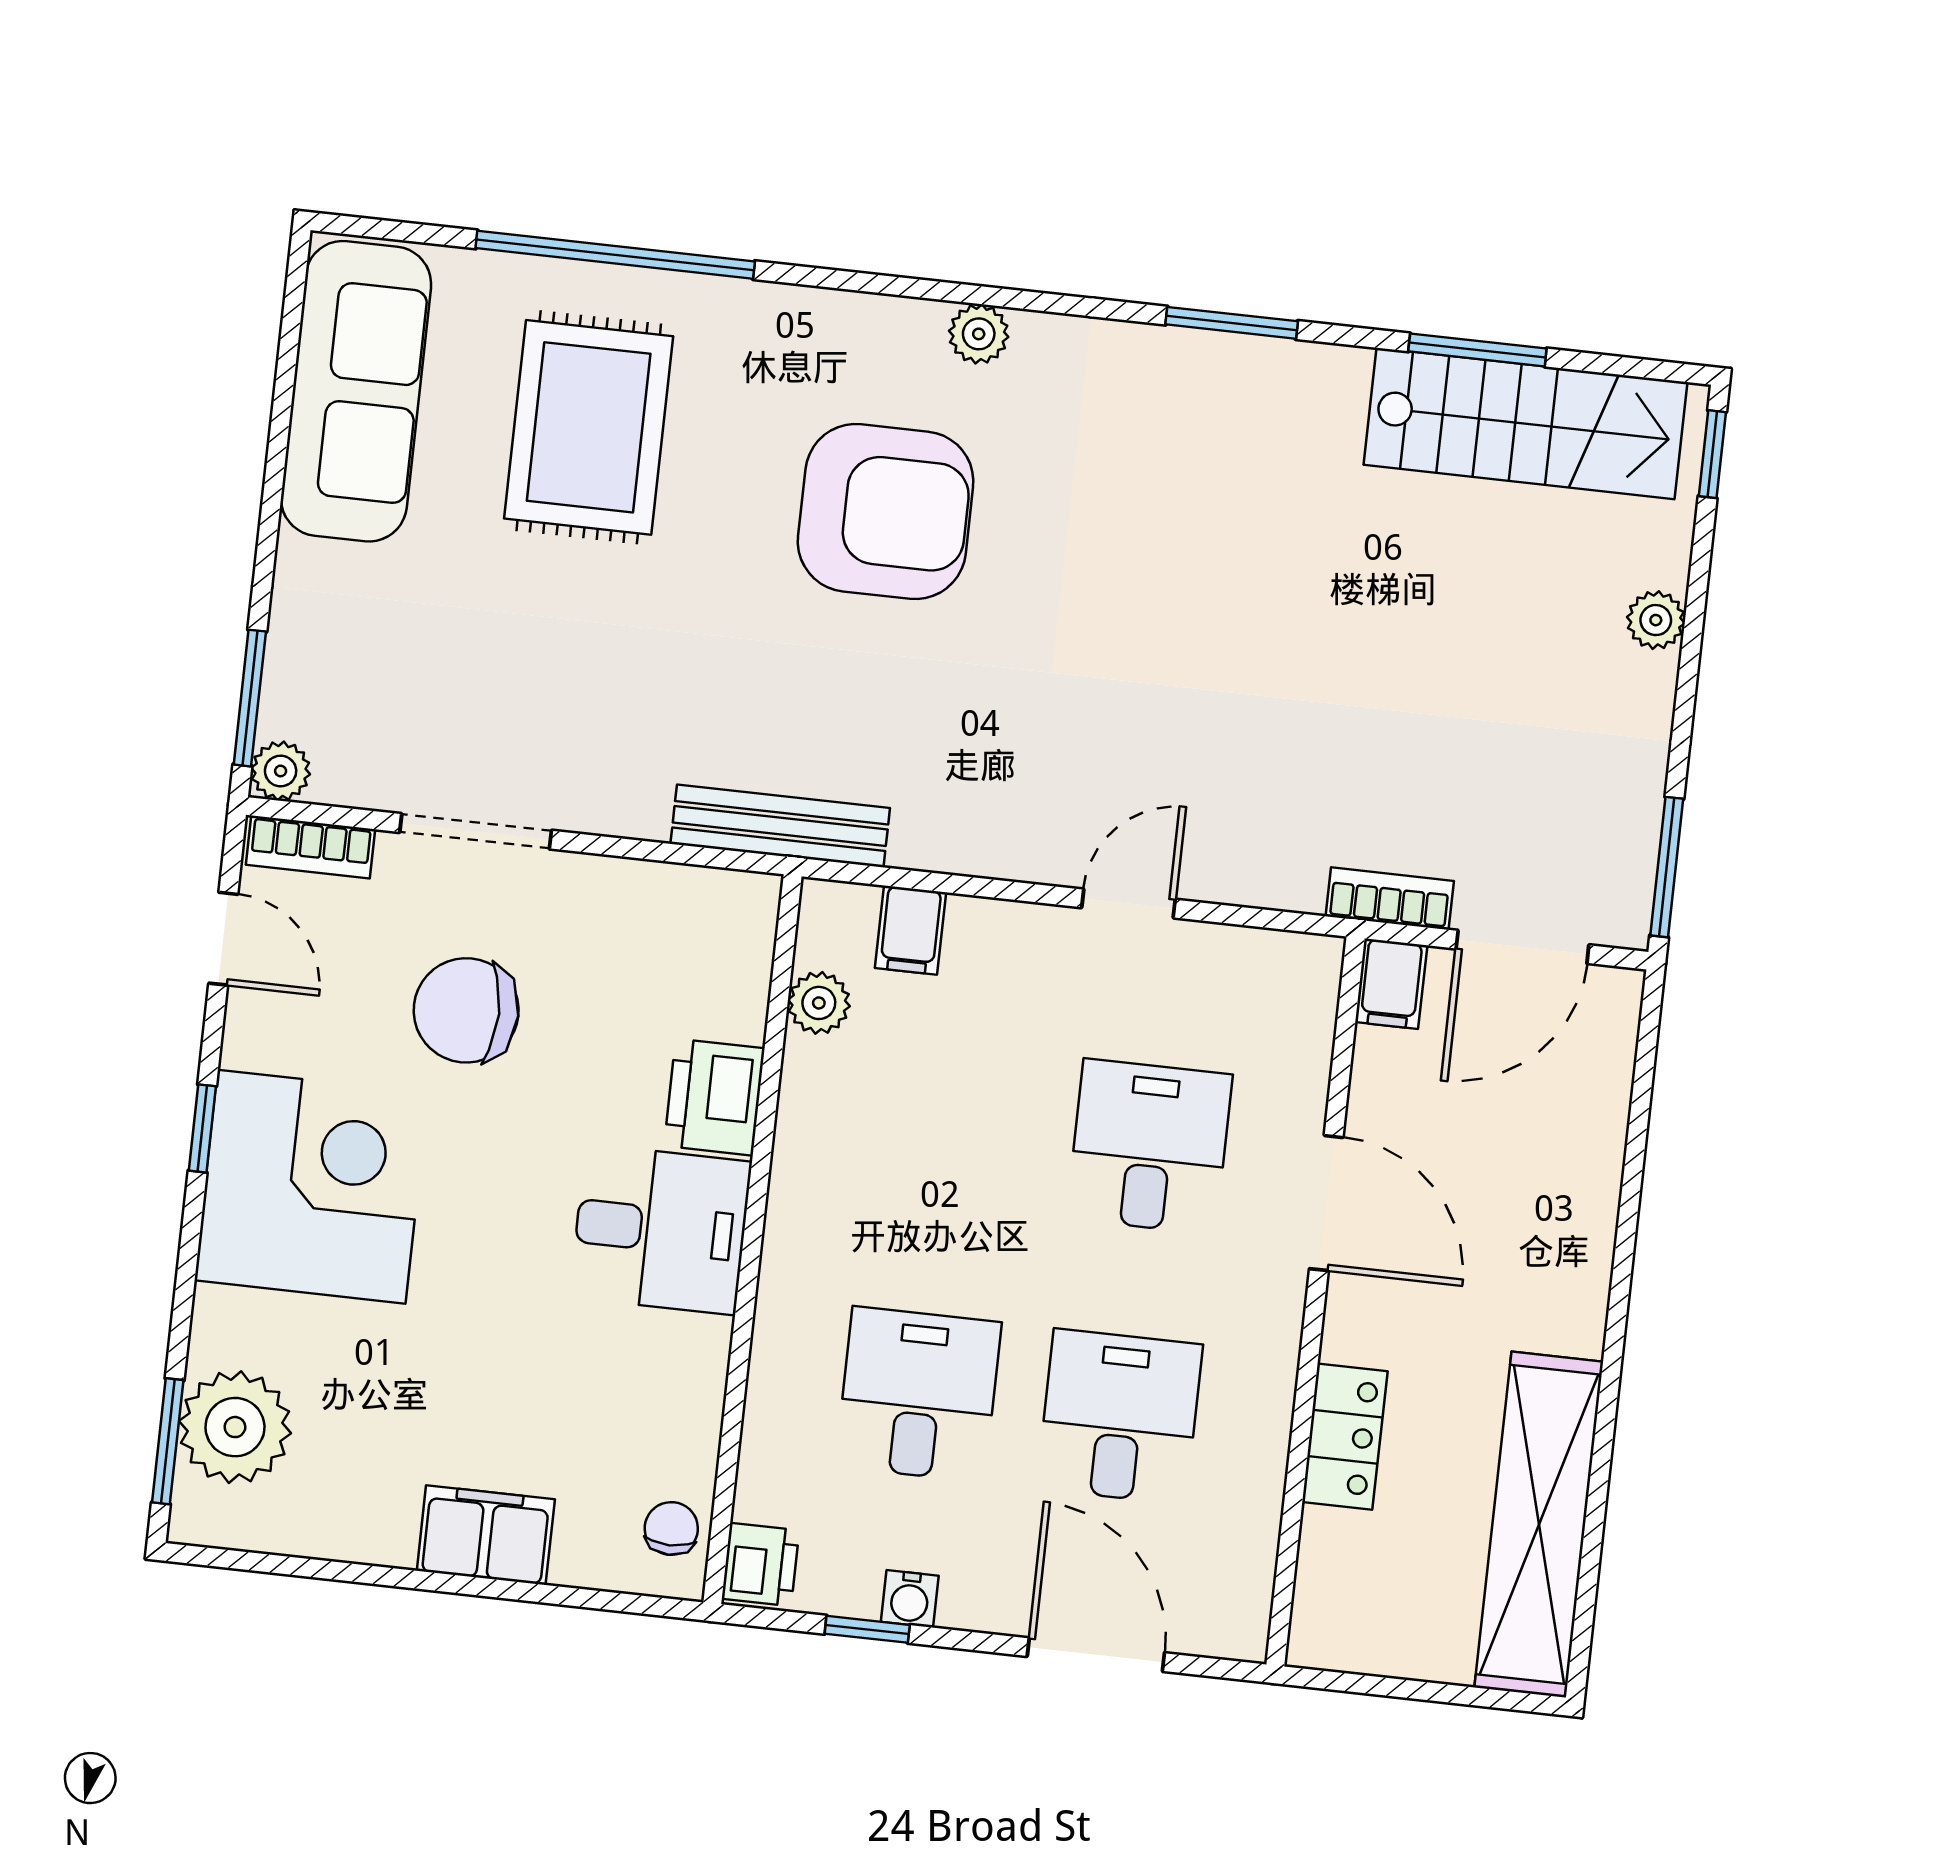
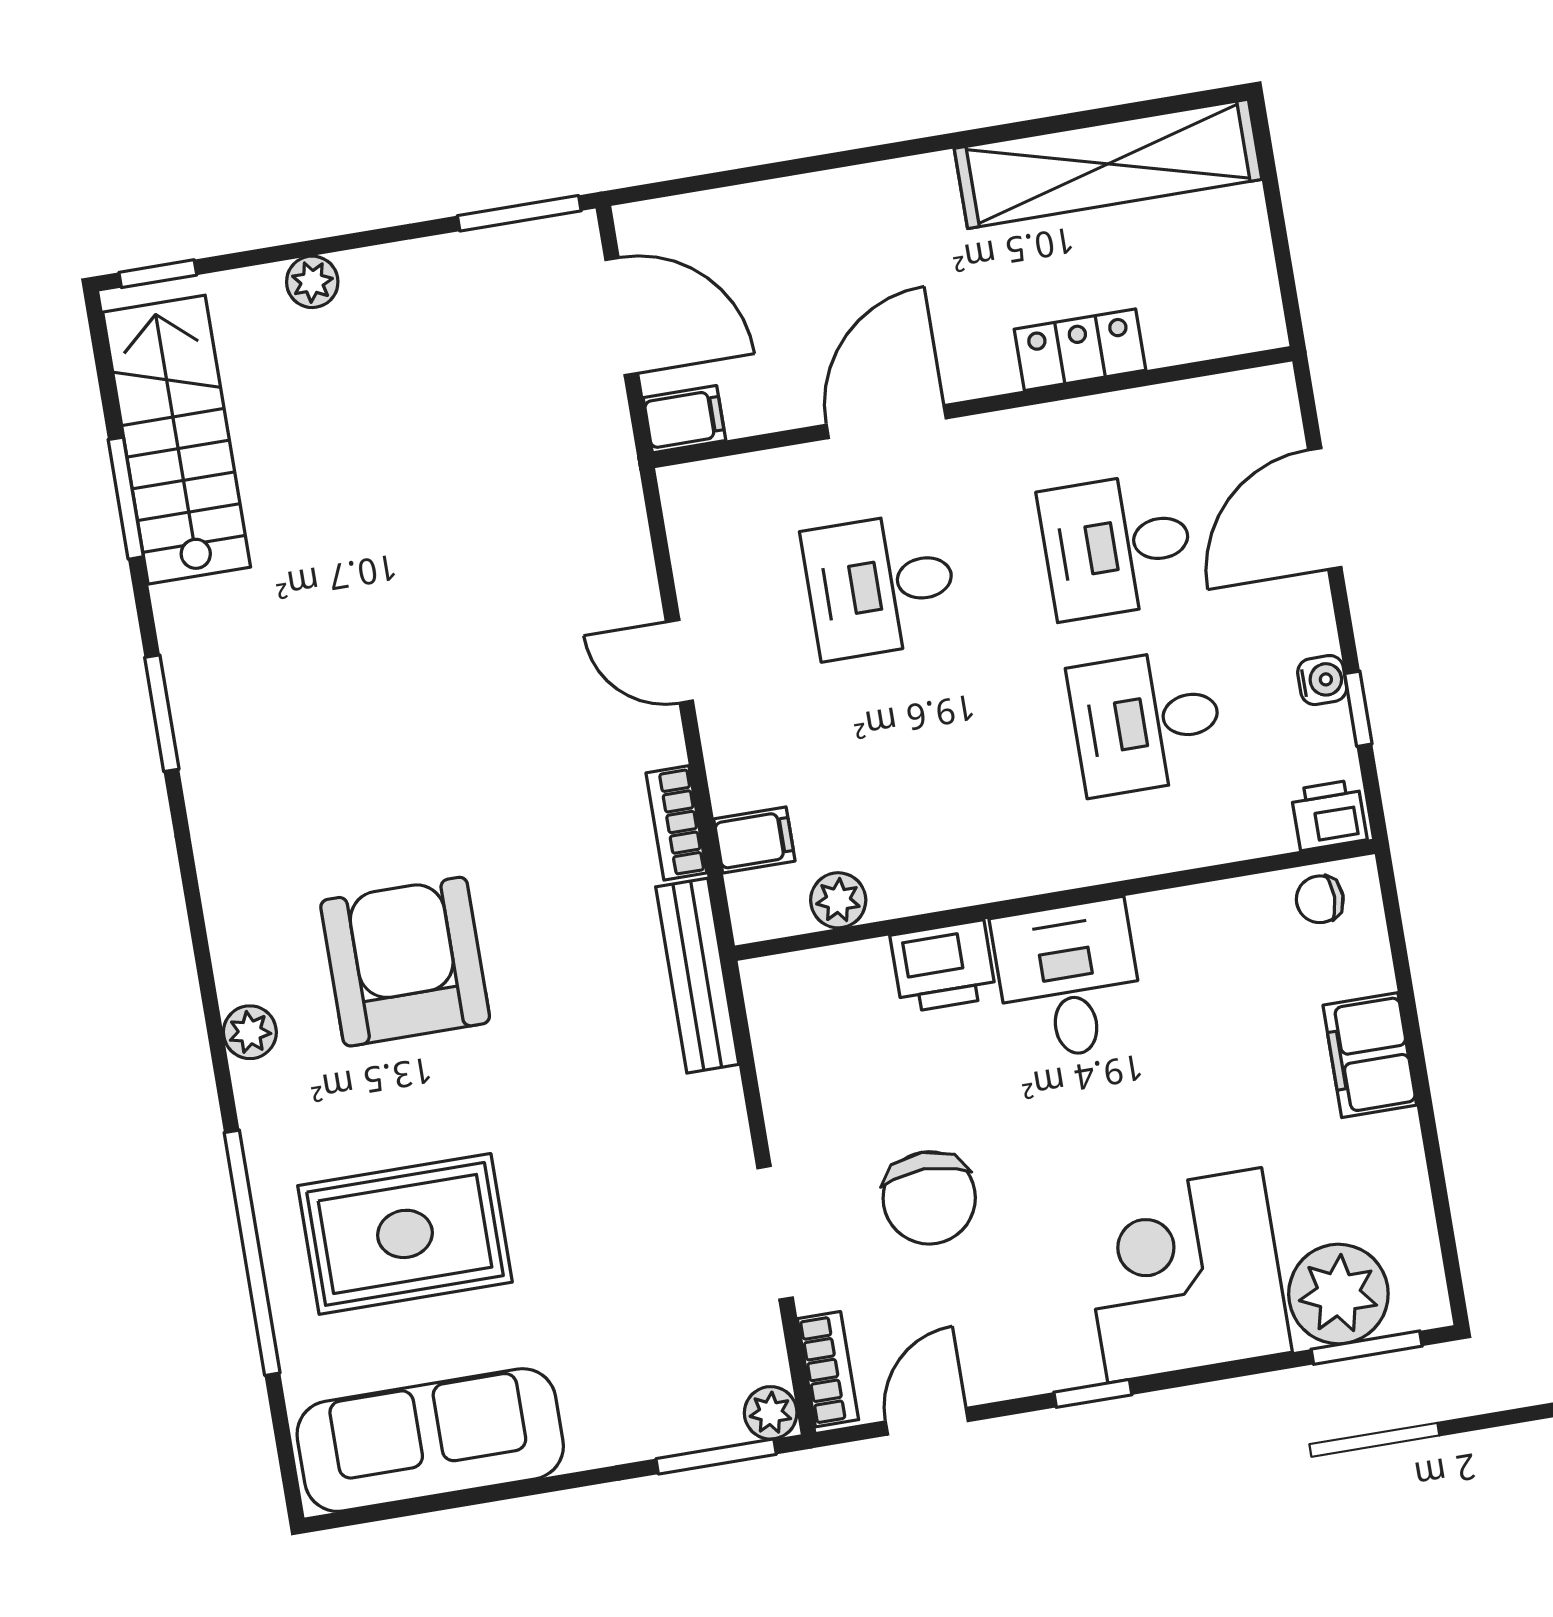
plant: (979, 334) -> (250, 1032), moved
bookcase: (1390, 899) -> (676, 823), moved
corner desk: (312, 1187) -> (1185, 1275), moved

